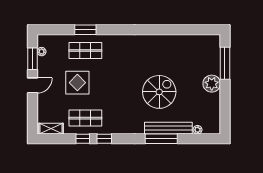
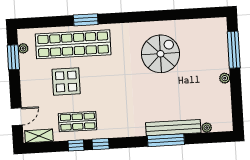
window: (85, 30) -> (86, 20), moved
shop shelf: (85, 51) -> (73, 44), width x2.00, depth x1.36
plant: (212, 84) -> (225, 78), width x0.53, depth x0.53
door: (33, 85) -> (17, 117), moved
spiral stairs: (159, 92) -> (161, 54), moved

